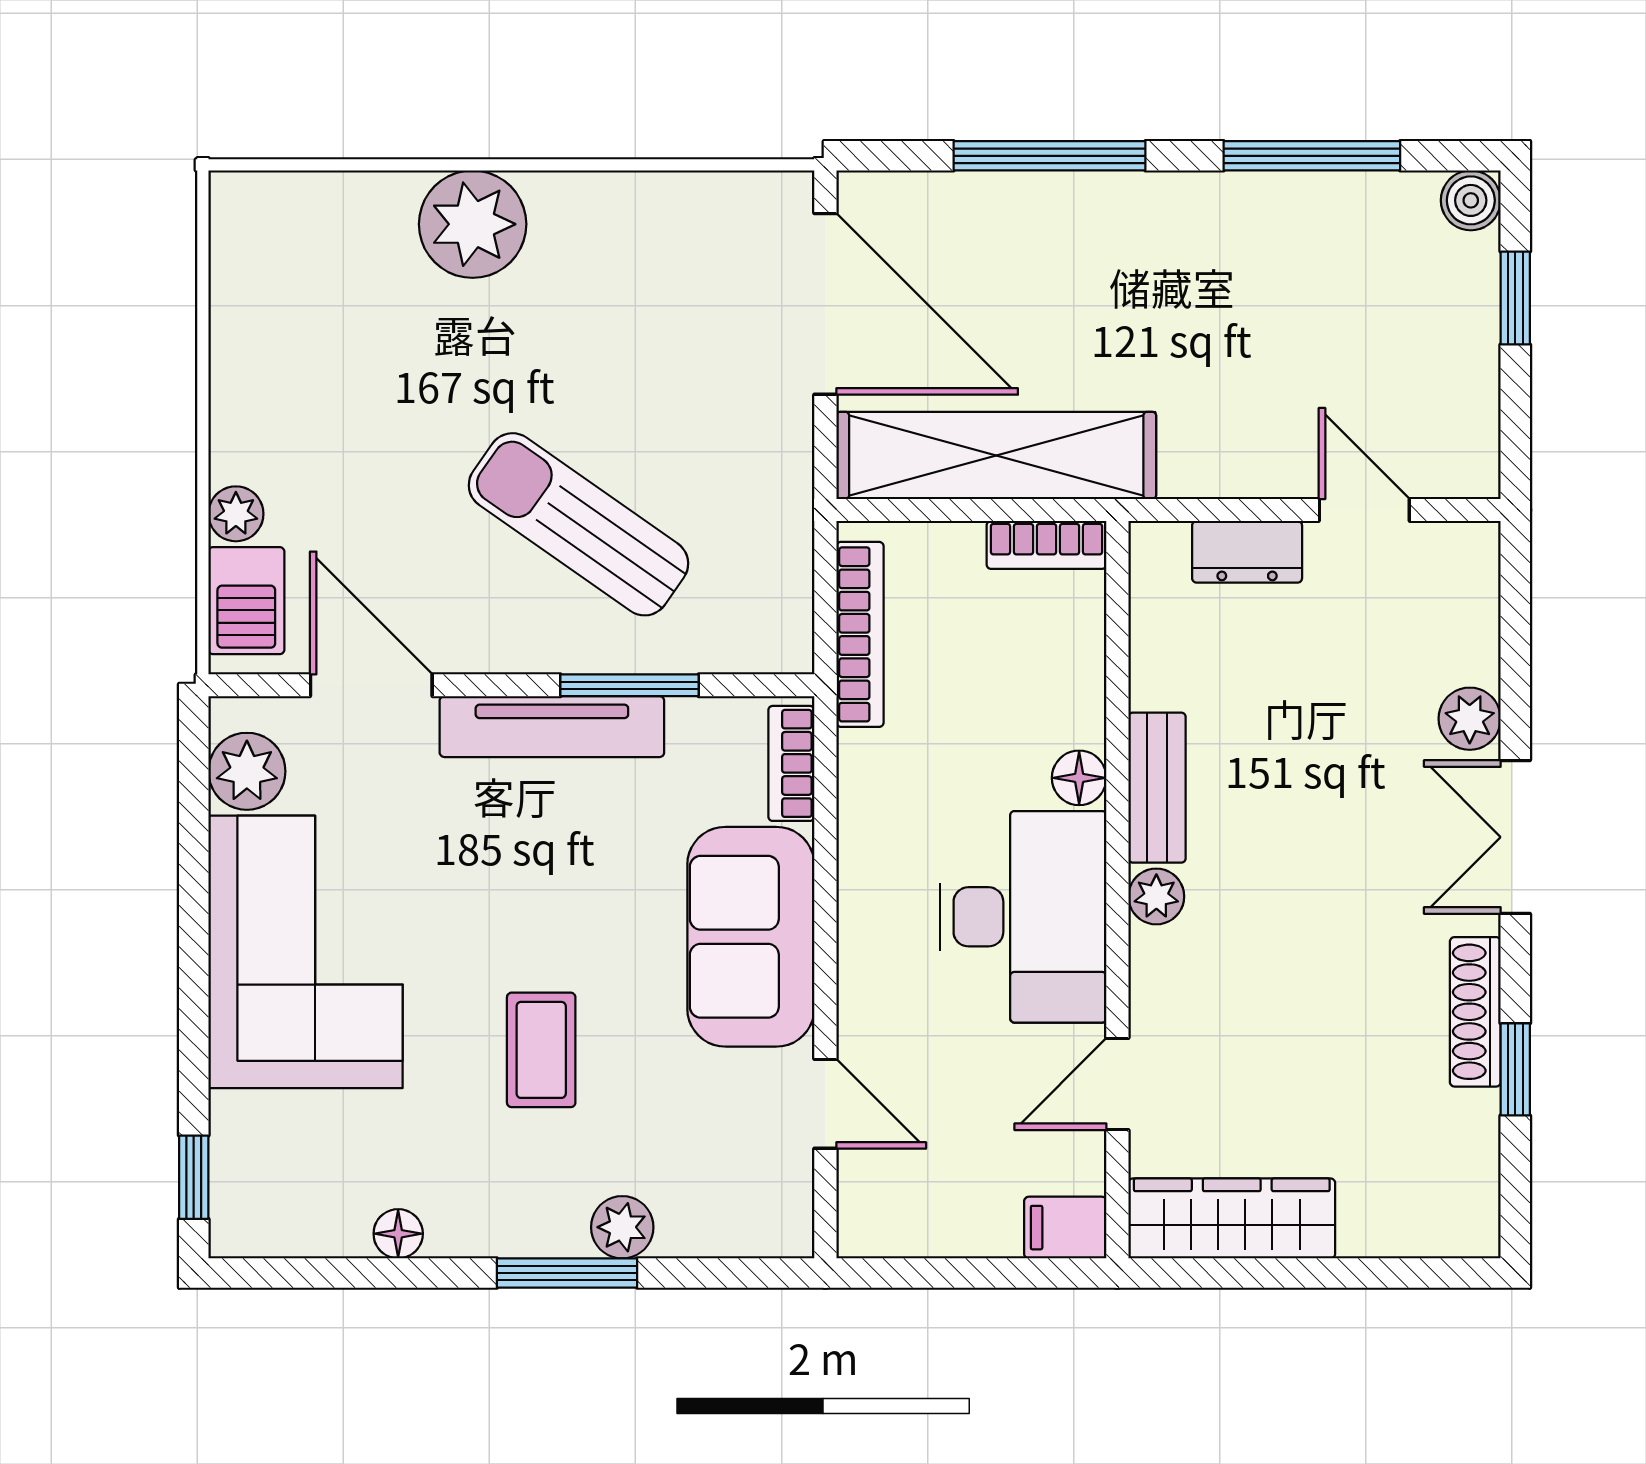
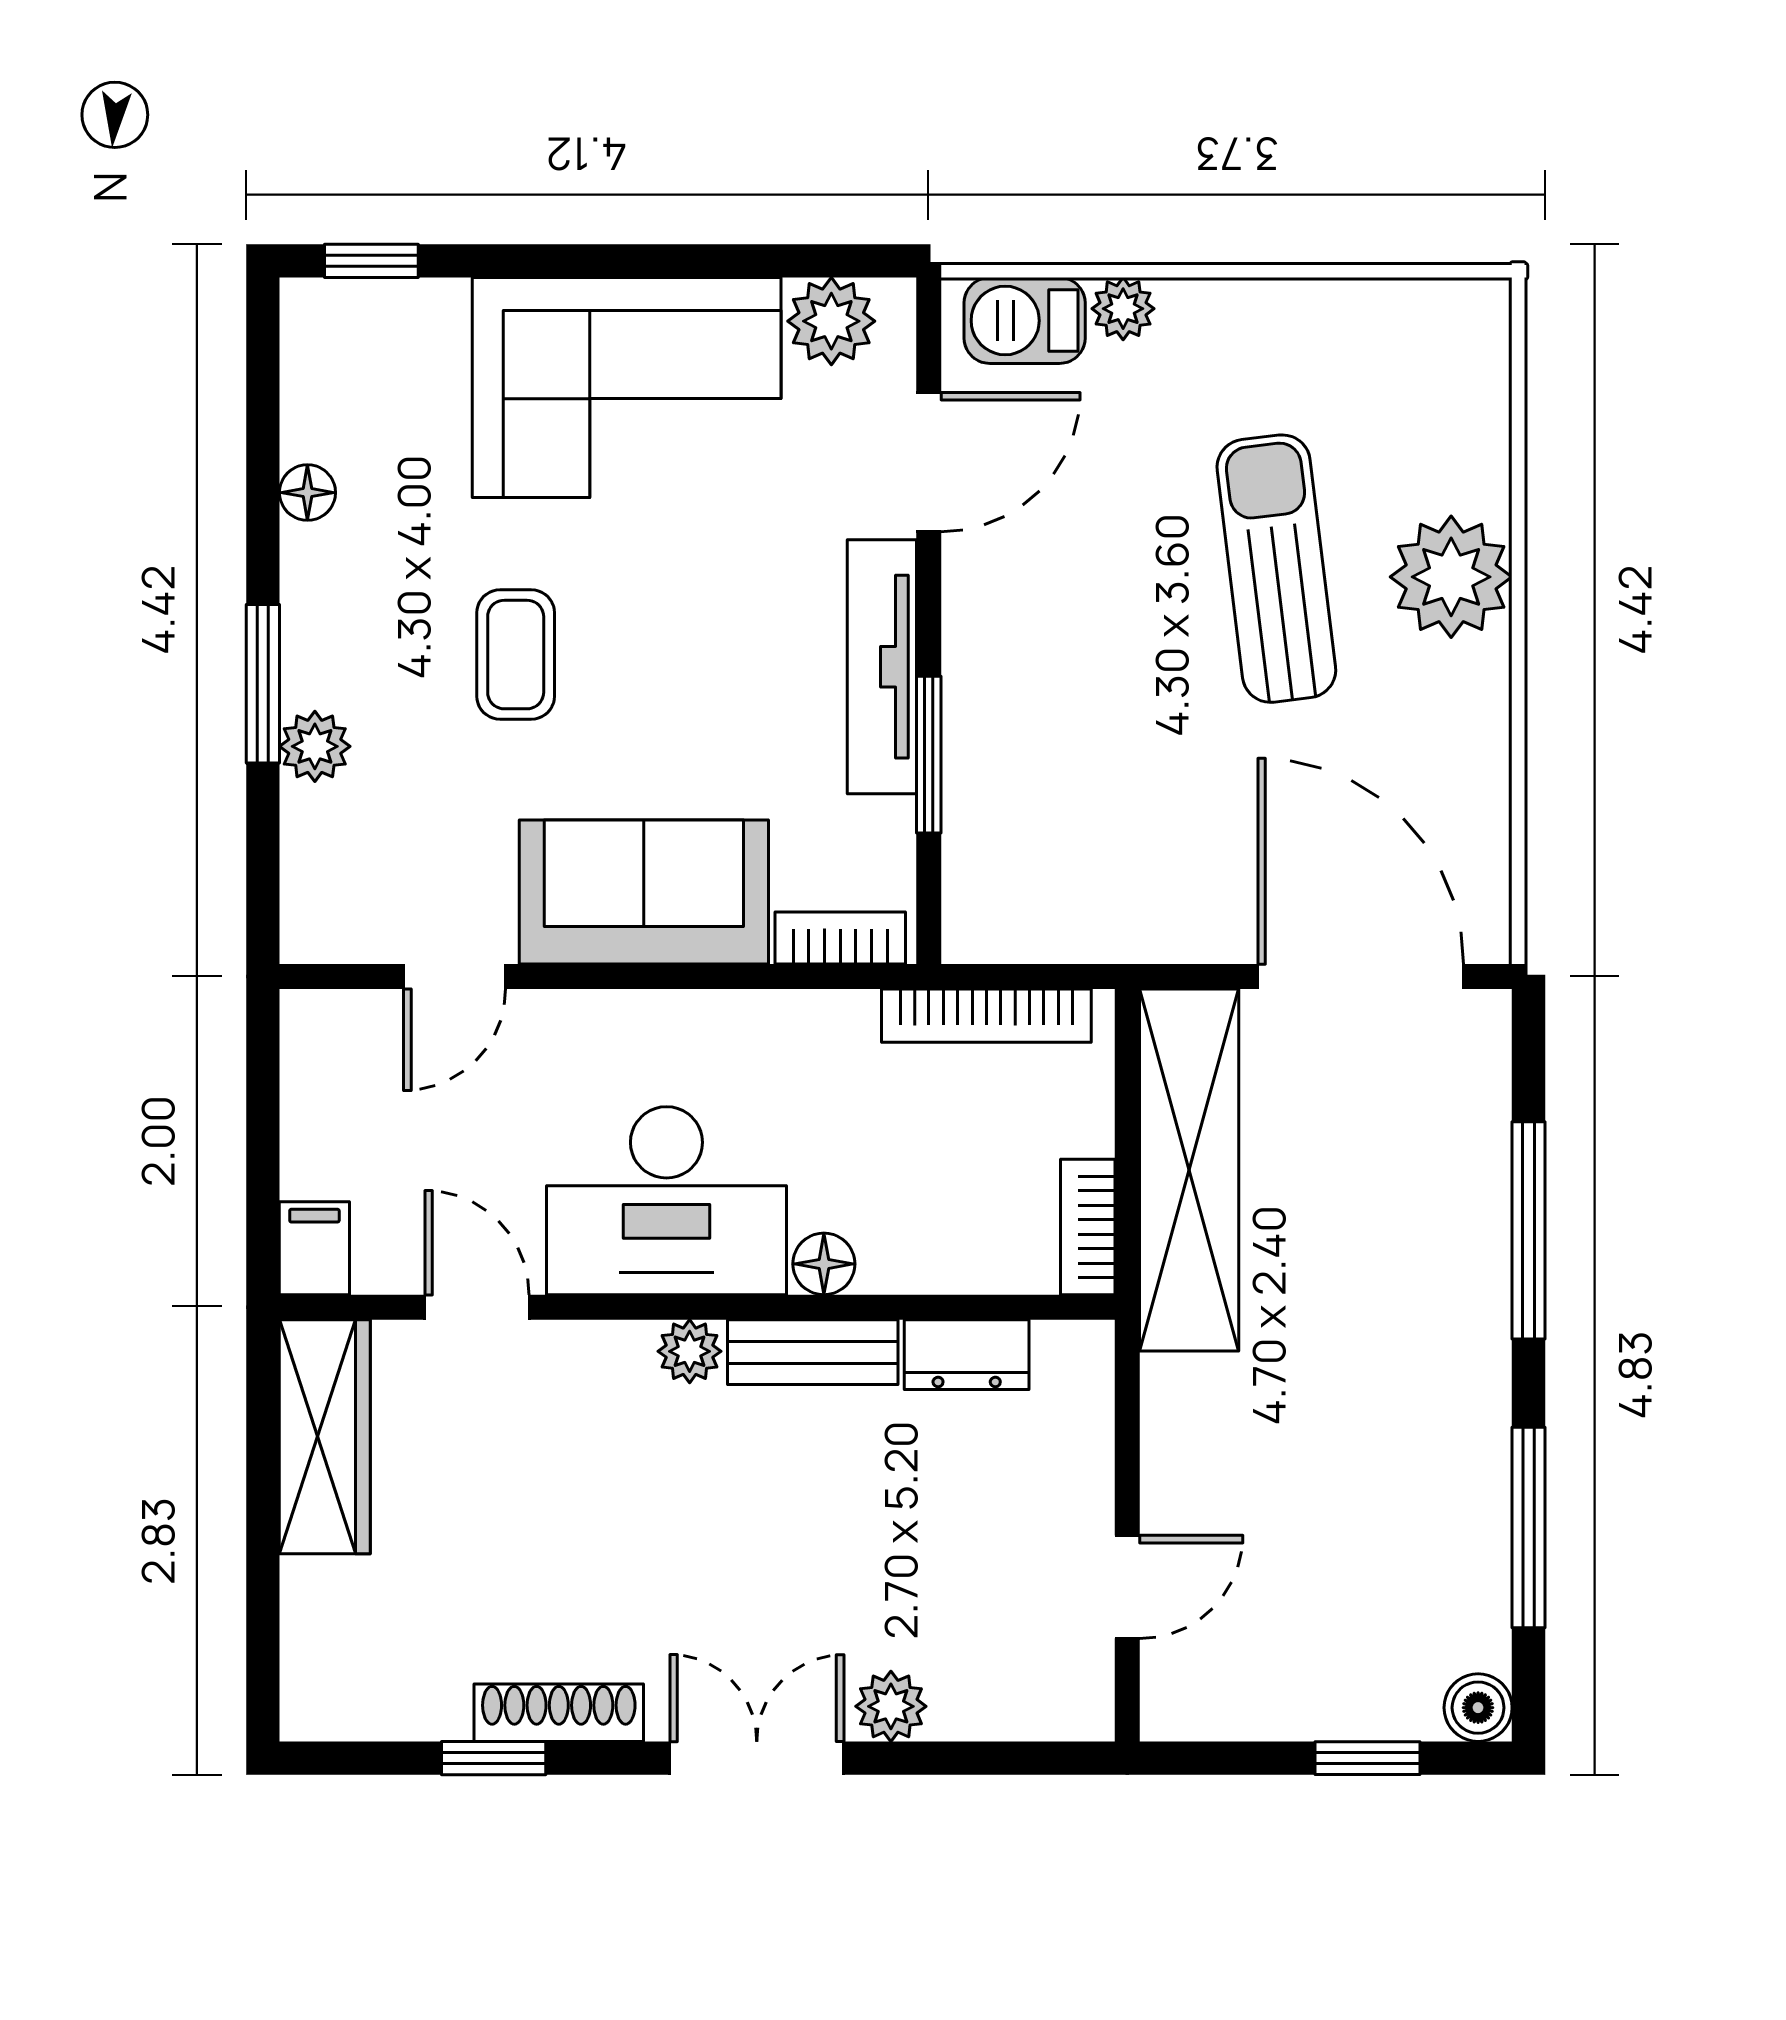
door: (825, 304) -> (1361, 976), swing flipped
sun lounger: (579, 524) -> (1276, 569), moved, turned -42
dresser: (1247, 552) -> (967, 1355), moved, turned -90
coffee table: (541, 1050) -> (516, 655), turned 90

